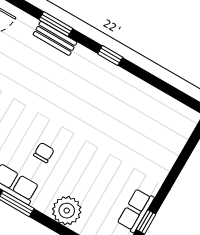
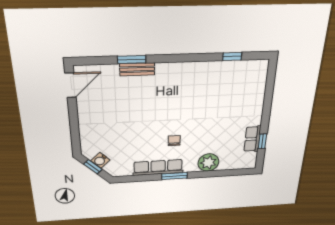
window: (110, 56) -> (232, 56), moved

